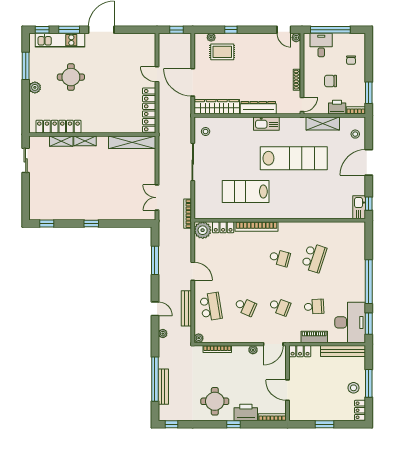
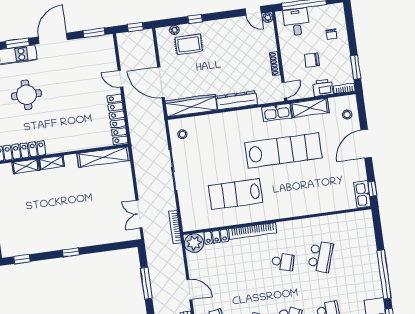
window: (139, 30) -> (94, 33), added
kitchen sink: (266, 124) -> (277, 112), moved

